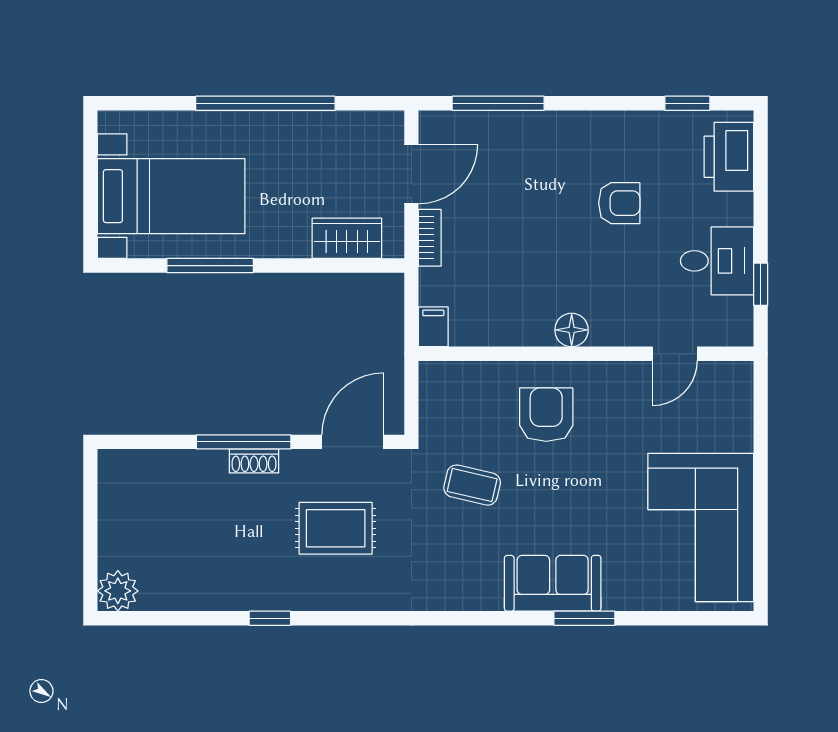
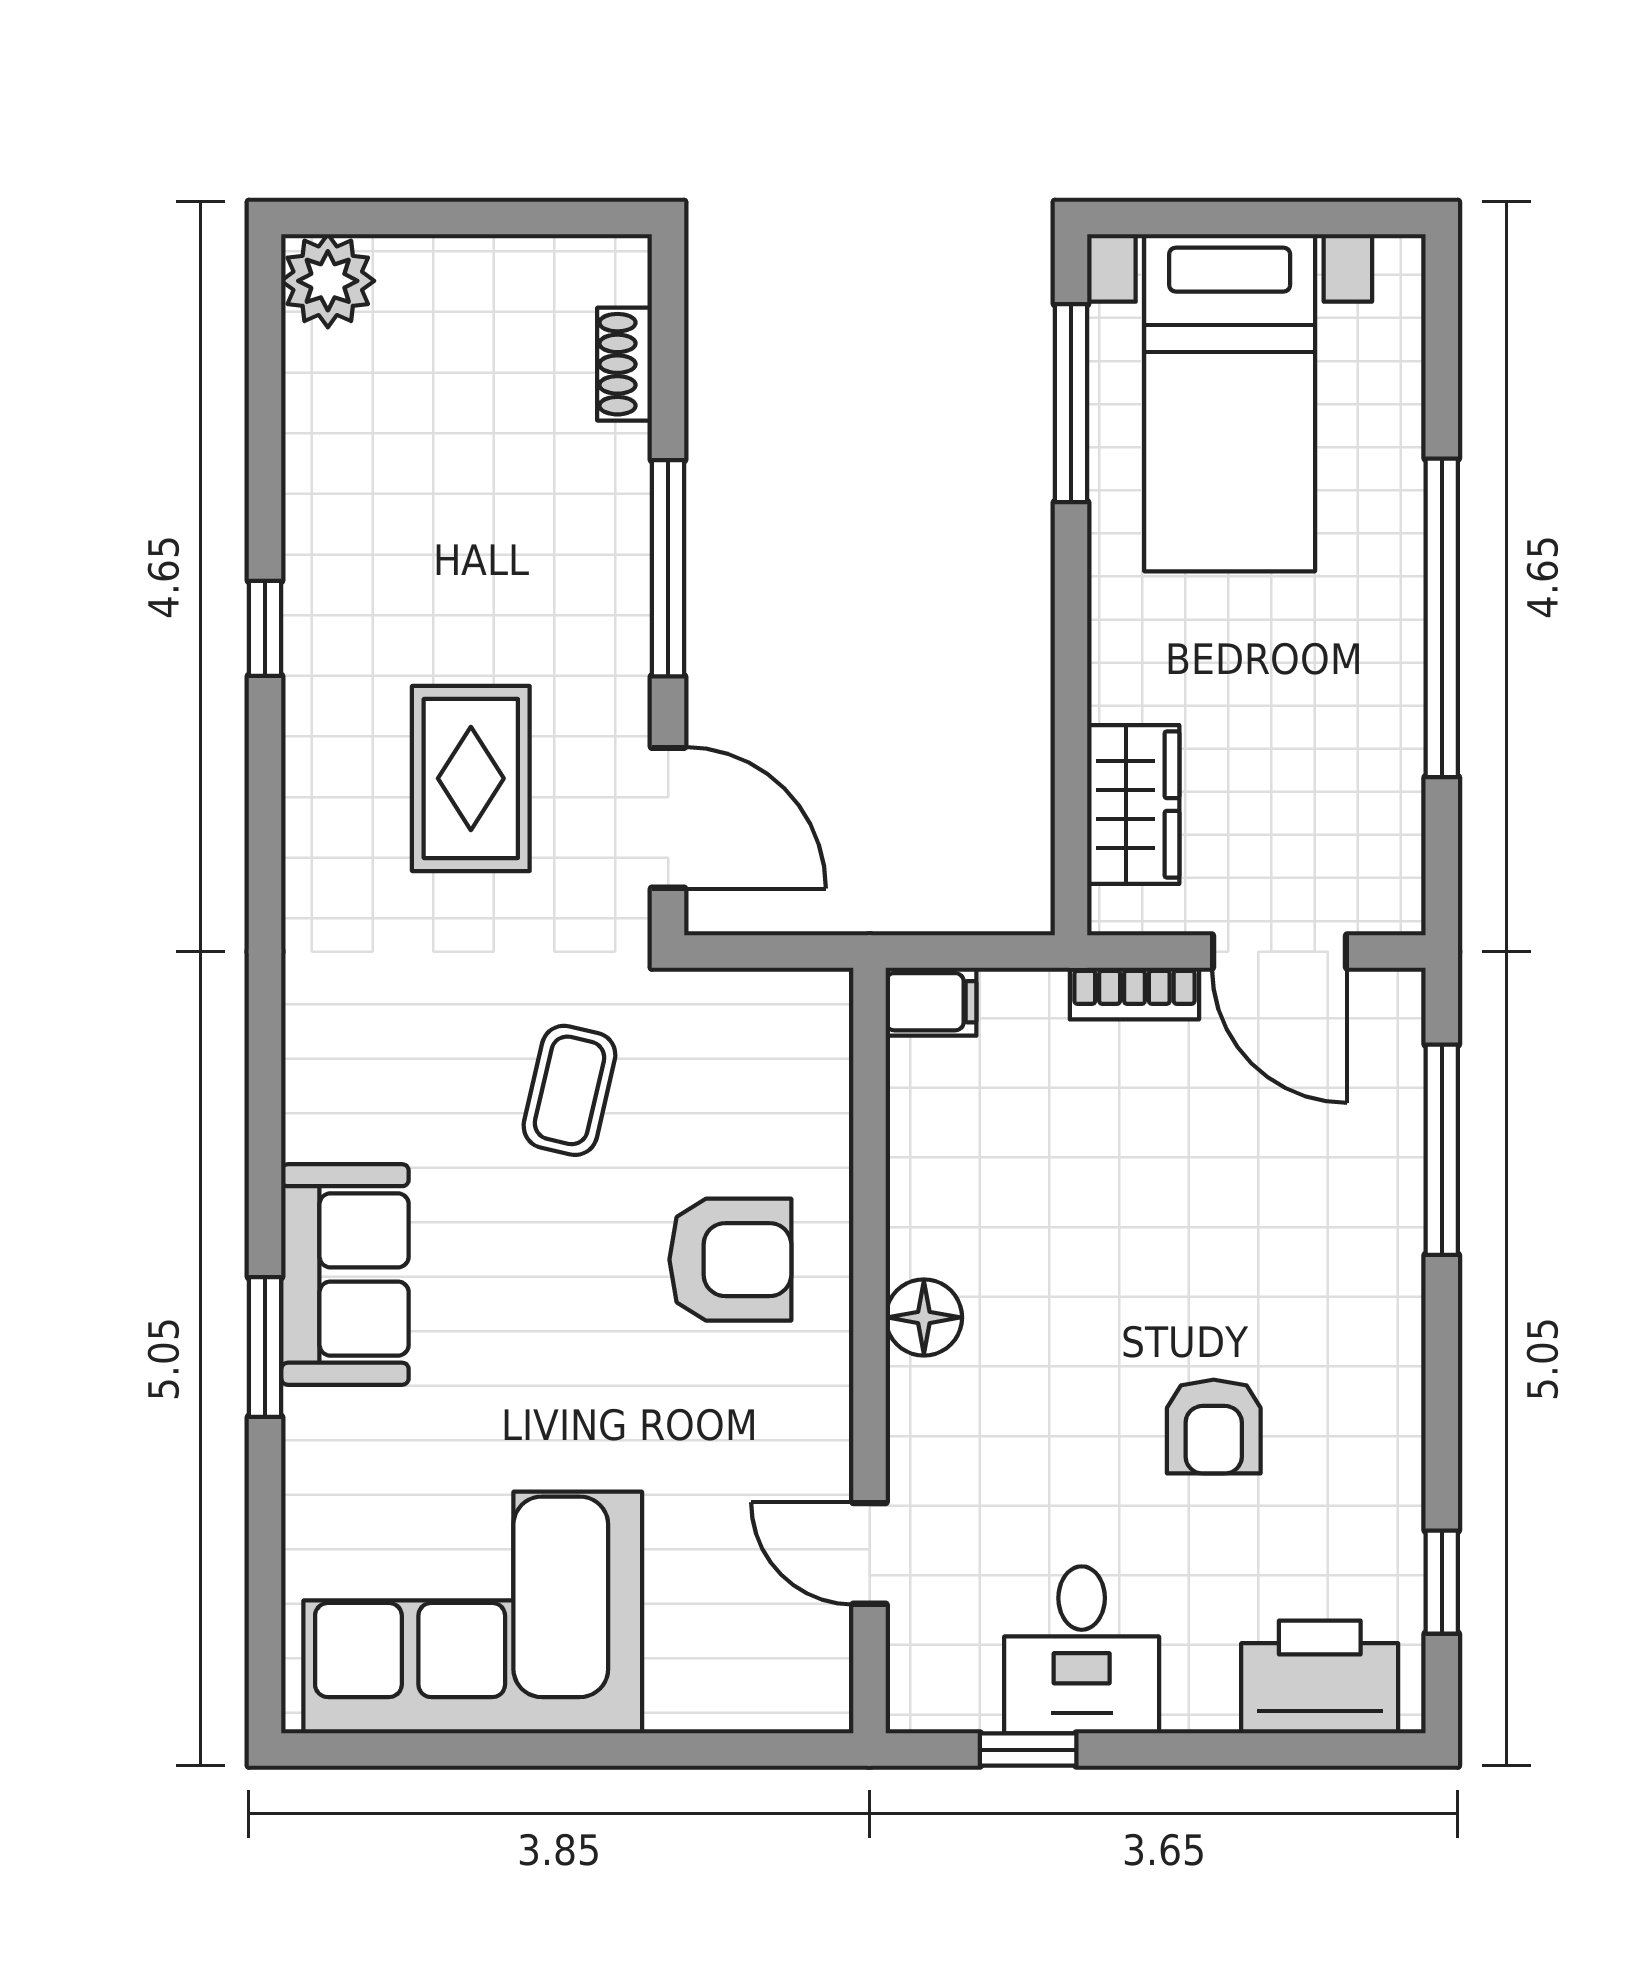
window: (210, 266) -> (1071, 403), moved
shoe rack: (254, 461) -> (625, 364), moved

